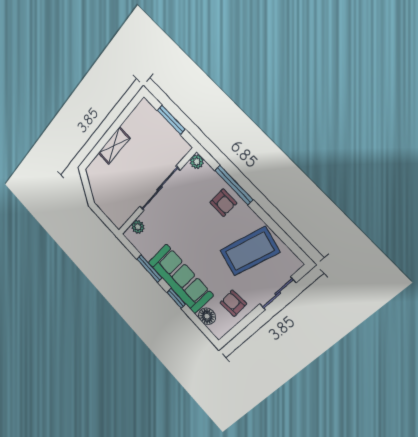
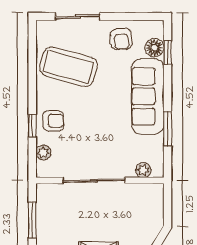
plant: (197, 162) -> (43, 152), moved
window: (234, 185) -> (32, 126), width x0.46
armchair: (223, 203) -> (53, 121), turned 90
window: (176, 298) -> (168, 52), moved

